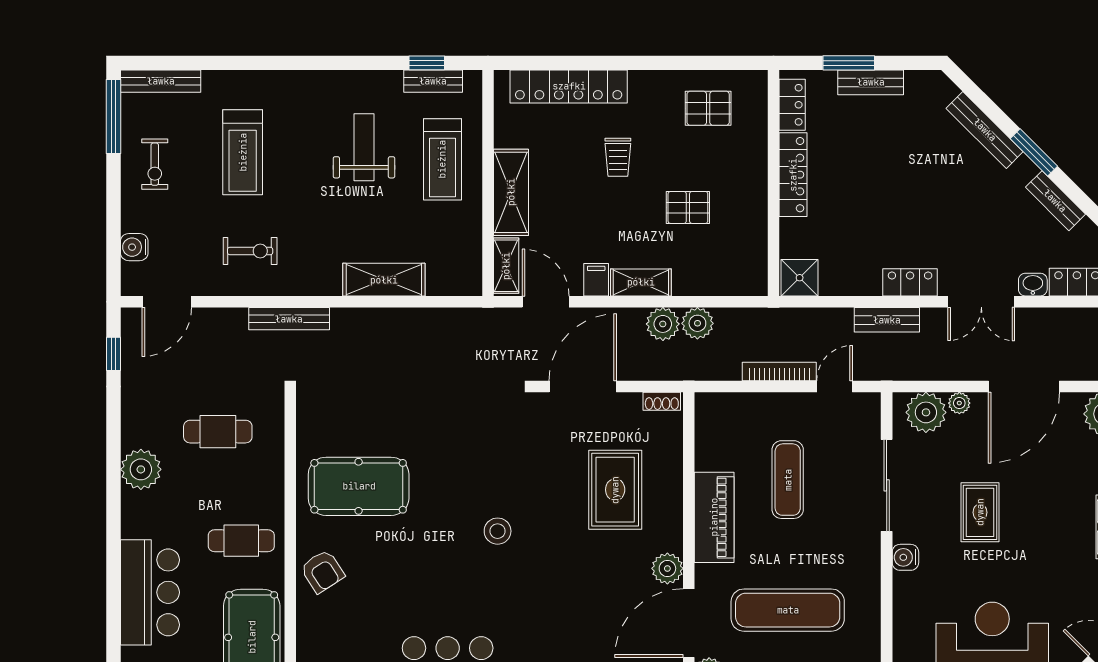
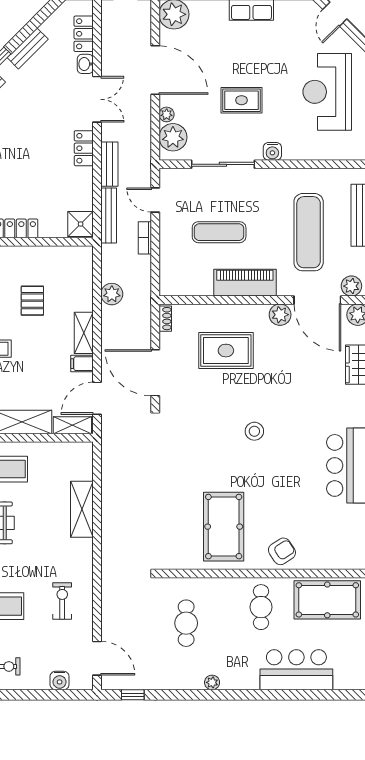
bench: (289, 319) -> (109, 216), moved
plant: (663, 324) -> (112, 318), removed
bookcase: (779, 371) -> (145, 238), width x0.64
plant: (141, 469) -> (212, 682), width x0.53, depth x0.53

